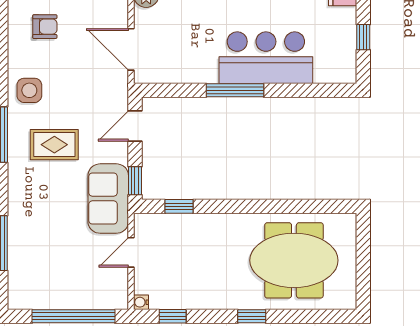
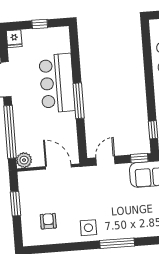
door: (131, 49) -> (58, 167), swing flipped
door: (135, 126) -> (105, 161), swing flipped
rug: (54, 145) -> (121, 210), removed

